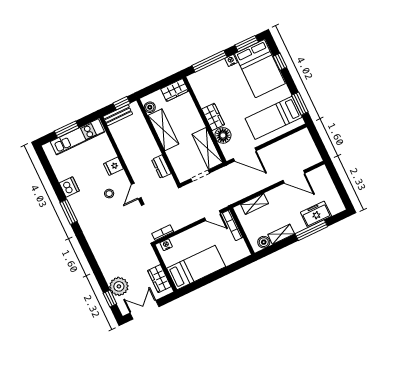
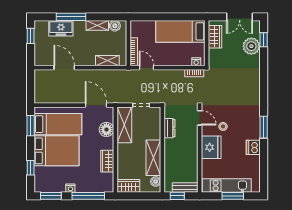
bed: (260, 69) -> (56, 151), moved, turned 90
wardrobe: (213, 117) -> (107, 161), moved
fridge: (113, 166) -> (211, 147), width x1.88, depth x1.34
door: (136, 191) -> (200, 118), hinge flipped
window: (342, 192) -> (31, 36), added

